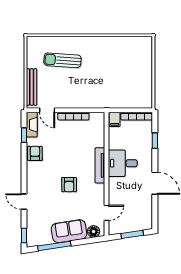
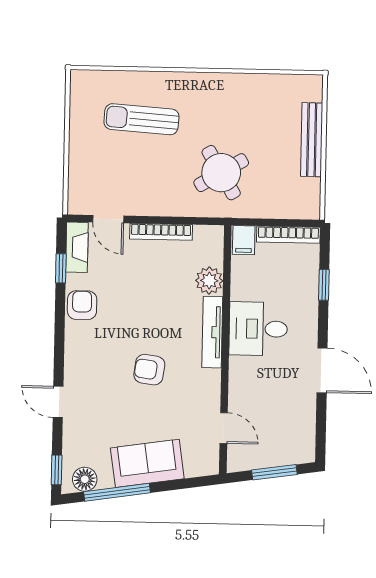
round table: (103, 86) -> (221, 173), added
bench: (32, 87) -> (312, 140), moved
plant: (98, 140) -> (209, 281), added
armchair: (69, 185) -> (149, 370), turned 98
door: (107, 213) -> (224, 428), hinge flipped
floor lamp: (94, 232) -> (85, 479), moved

